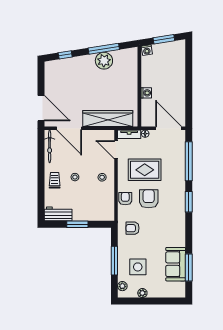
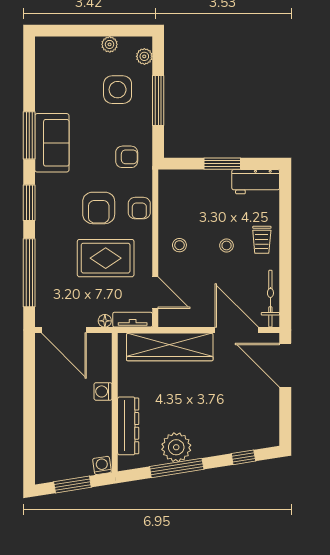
dresser: (132, 73) -> (128, 426), added
sofa: (176, 264) -> (52, 143), moved
window: (189, 267) -> (29, 135), moved

